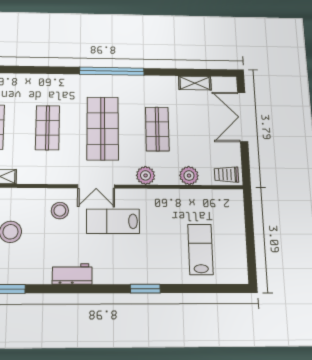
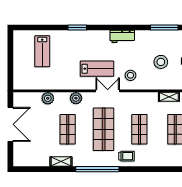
shelving: (195, 83) -> (61, 162), moved
double door: (243, 117) -> (10, 124), moved
trolley: (226, 174) -> (127, 156), moved

